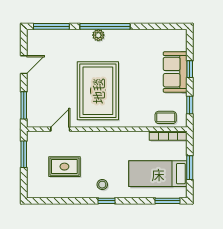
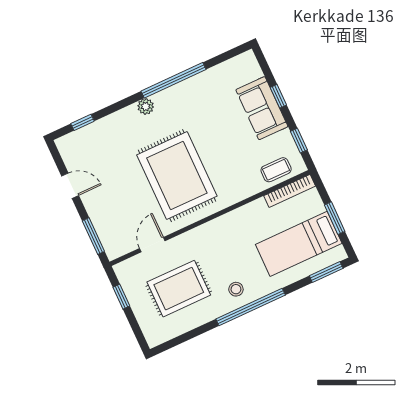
window: (51, 26) -> (82, 122), width x0.46
window: (105, 26) -> (174, 80), moved
door: (24, 65) -> (70, 186), hinge flipped
window: (24, 154) -> (121, 297), width x0.67
rug: (64, 167) -> (179, 289), width x1.36, depth x1.43
window: (106, 201) -> (251, 307), width x3.17

